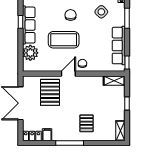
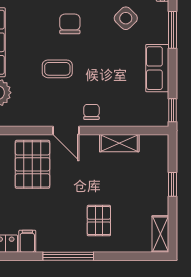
coffee table: (64, 40) -> (57, 69), width x0.54, depth x0.58
row of seats: (119, 46) -> (157, 68), width x0.68
door: (68, 74) -> (66, 130), swing flipped
shelving: (114, 81) -> (119, 143), moved

